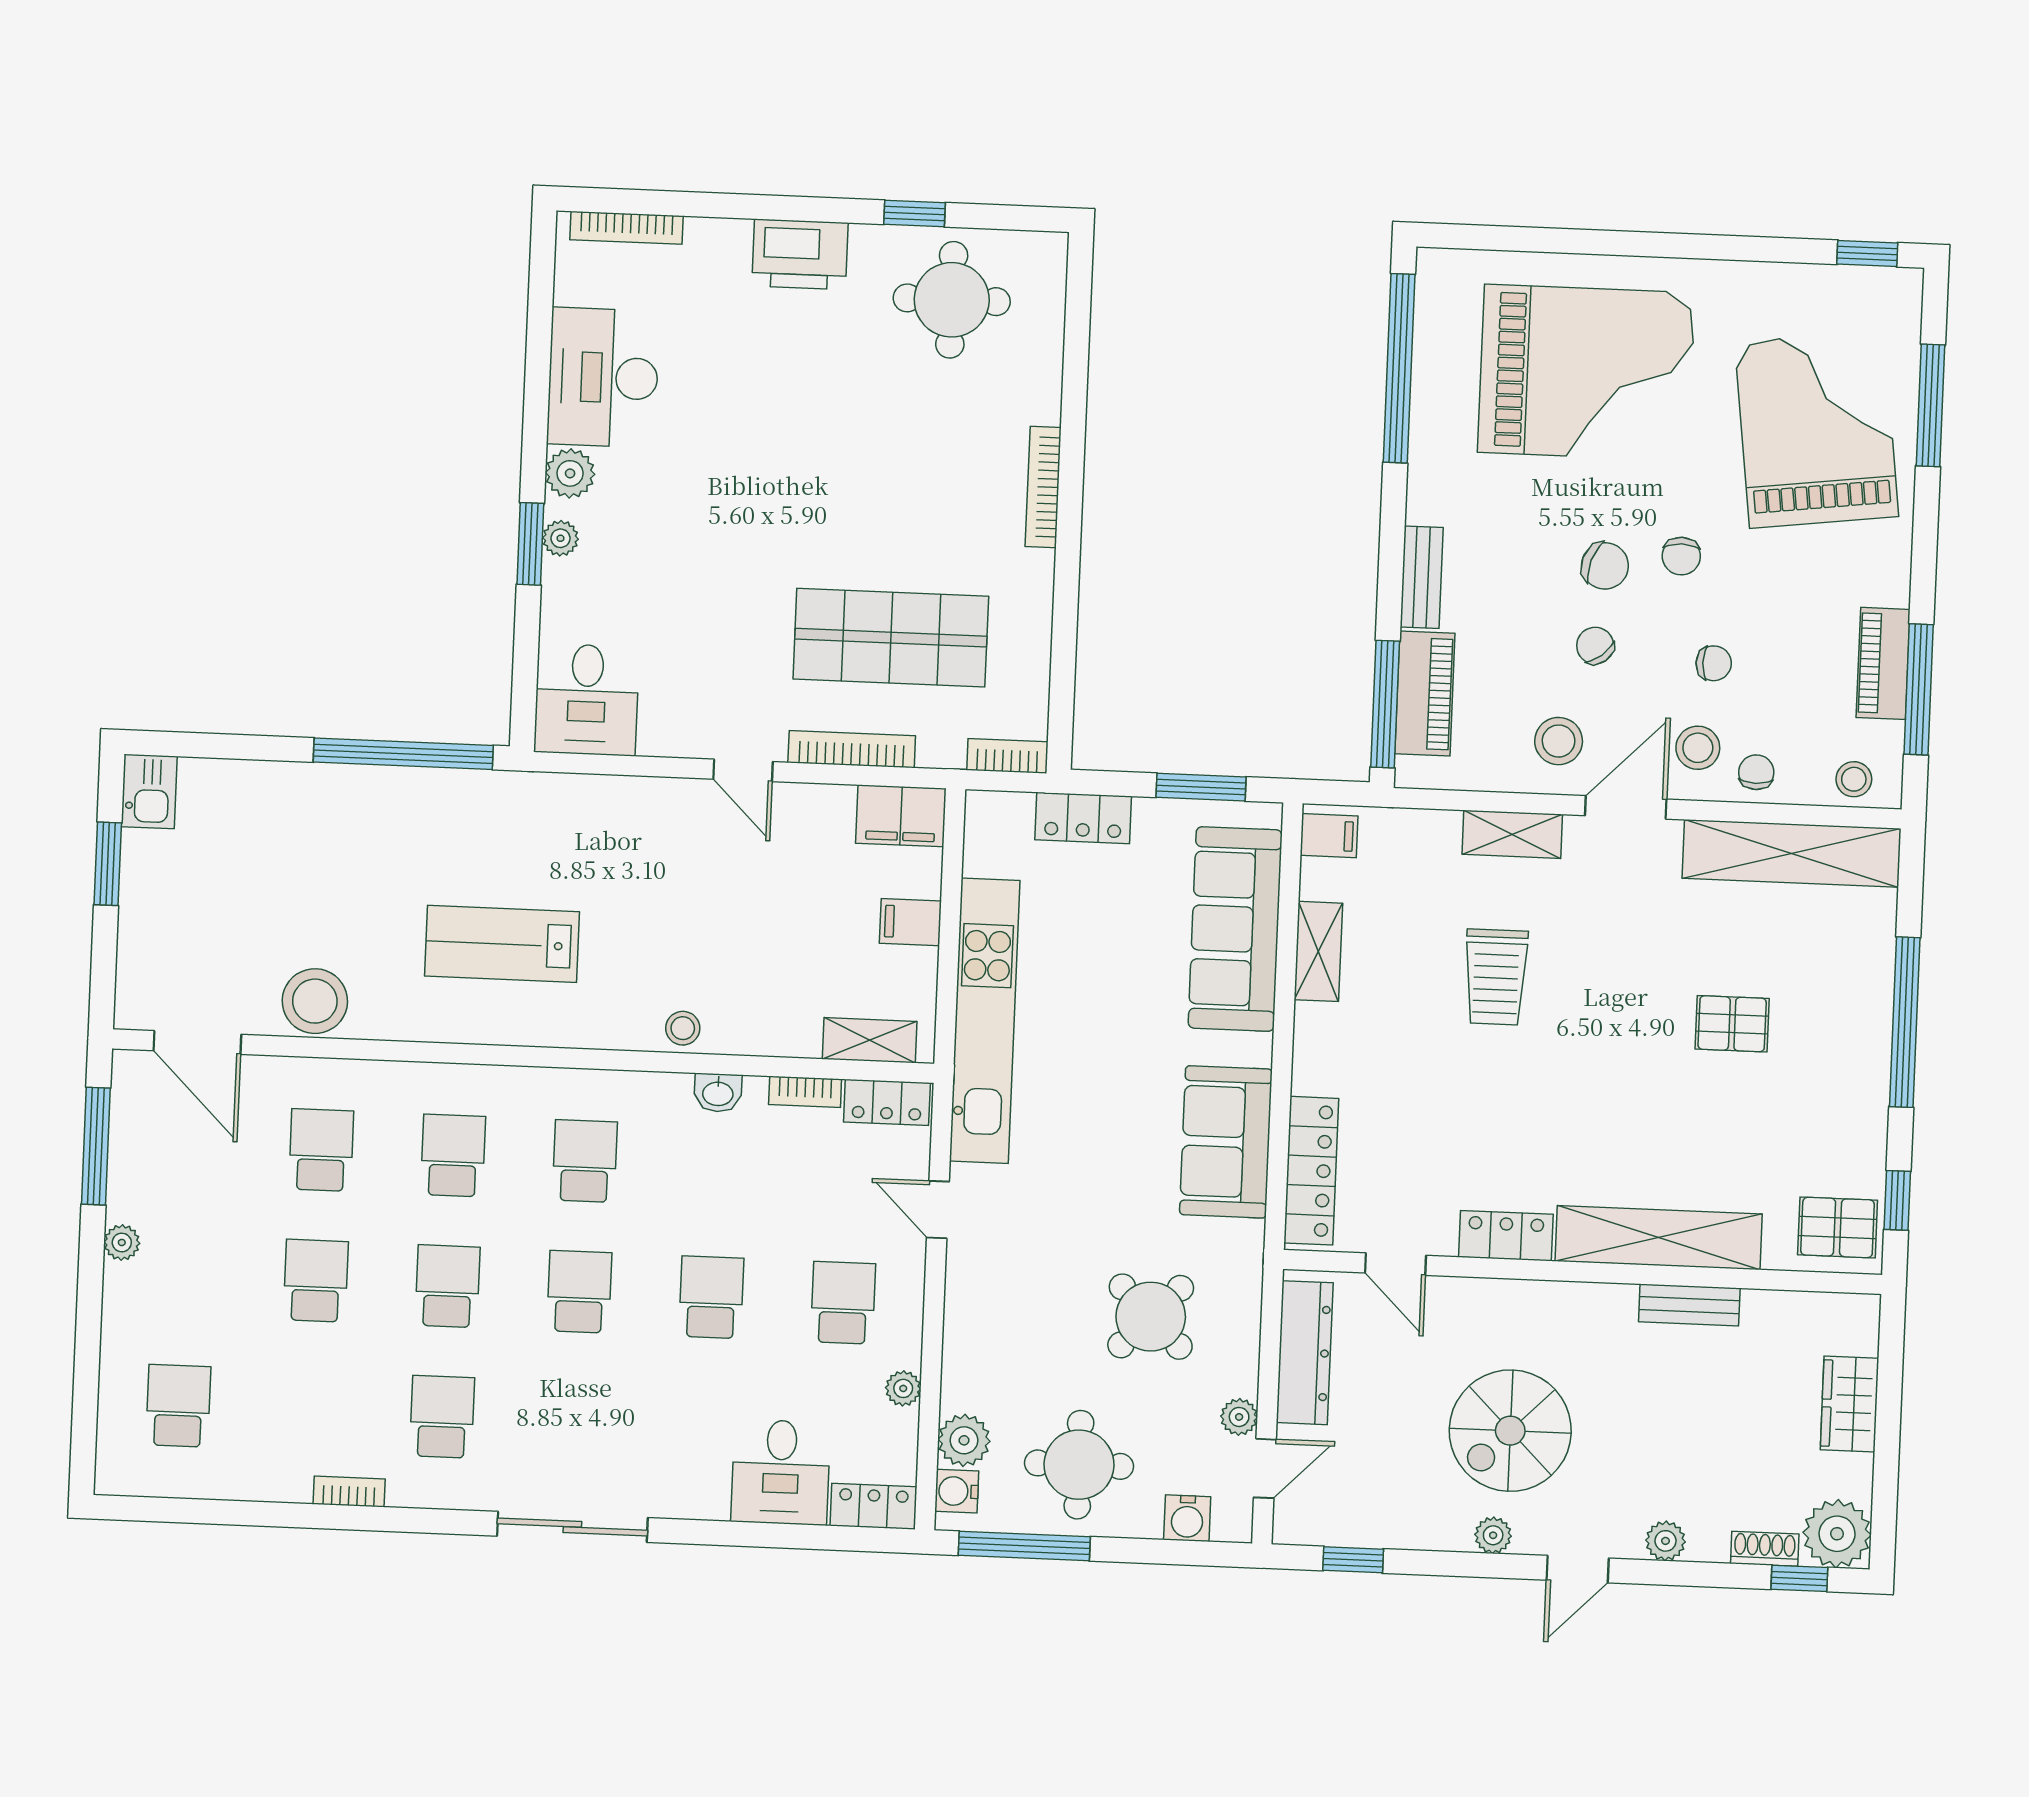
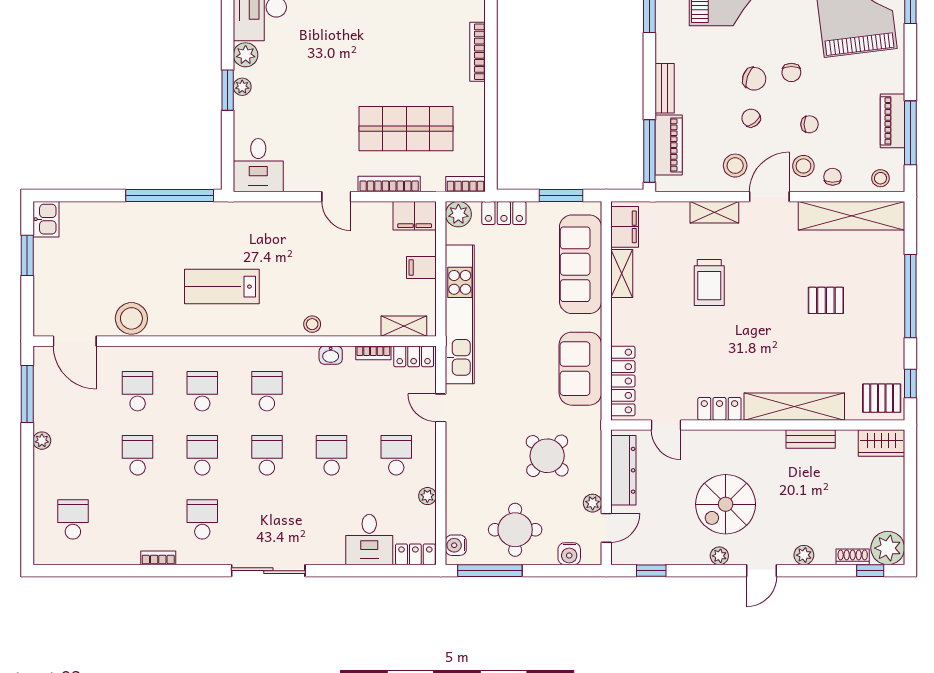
filing cabinet: (1329, 836) -> (625, 227), width x2.00
wardrobe: (1849, 1404) -> (882, 443), moved, turned -90
plant: (964, 1440) -> (458, 214), moved

